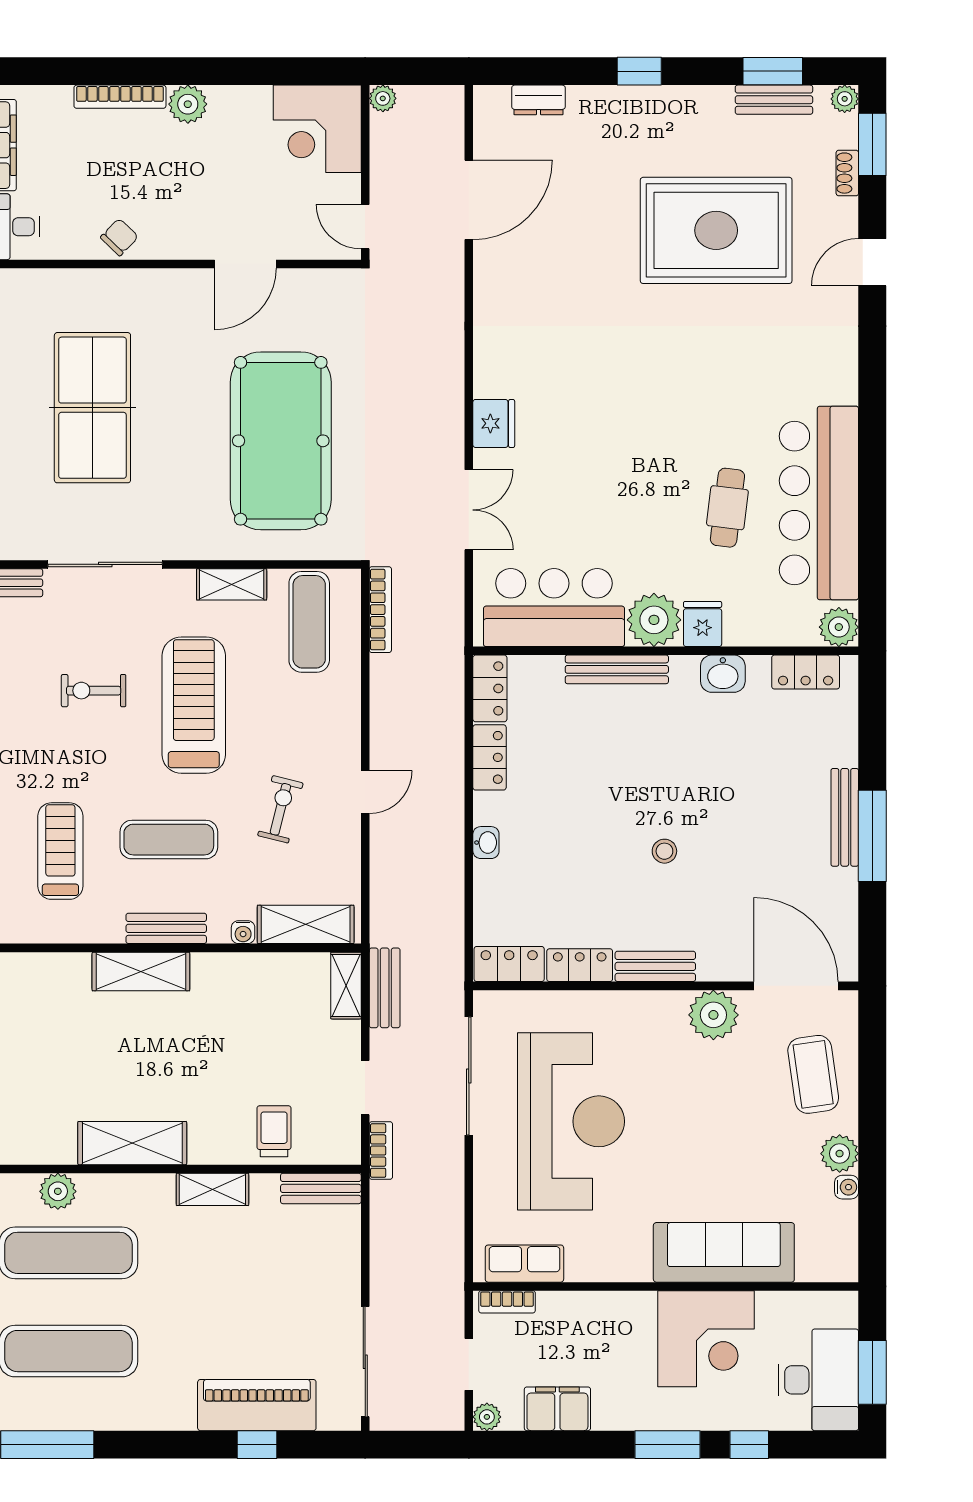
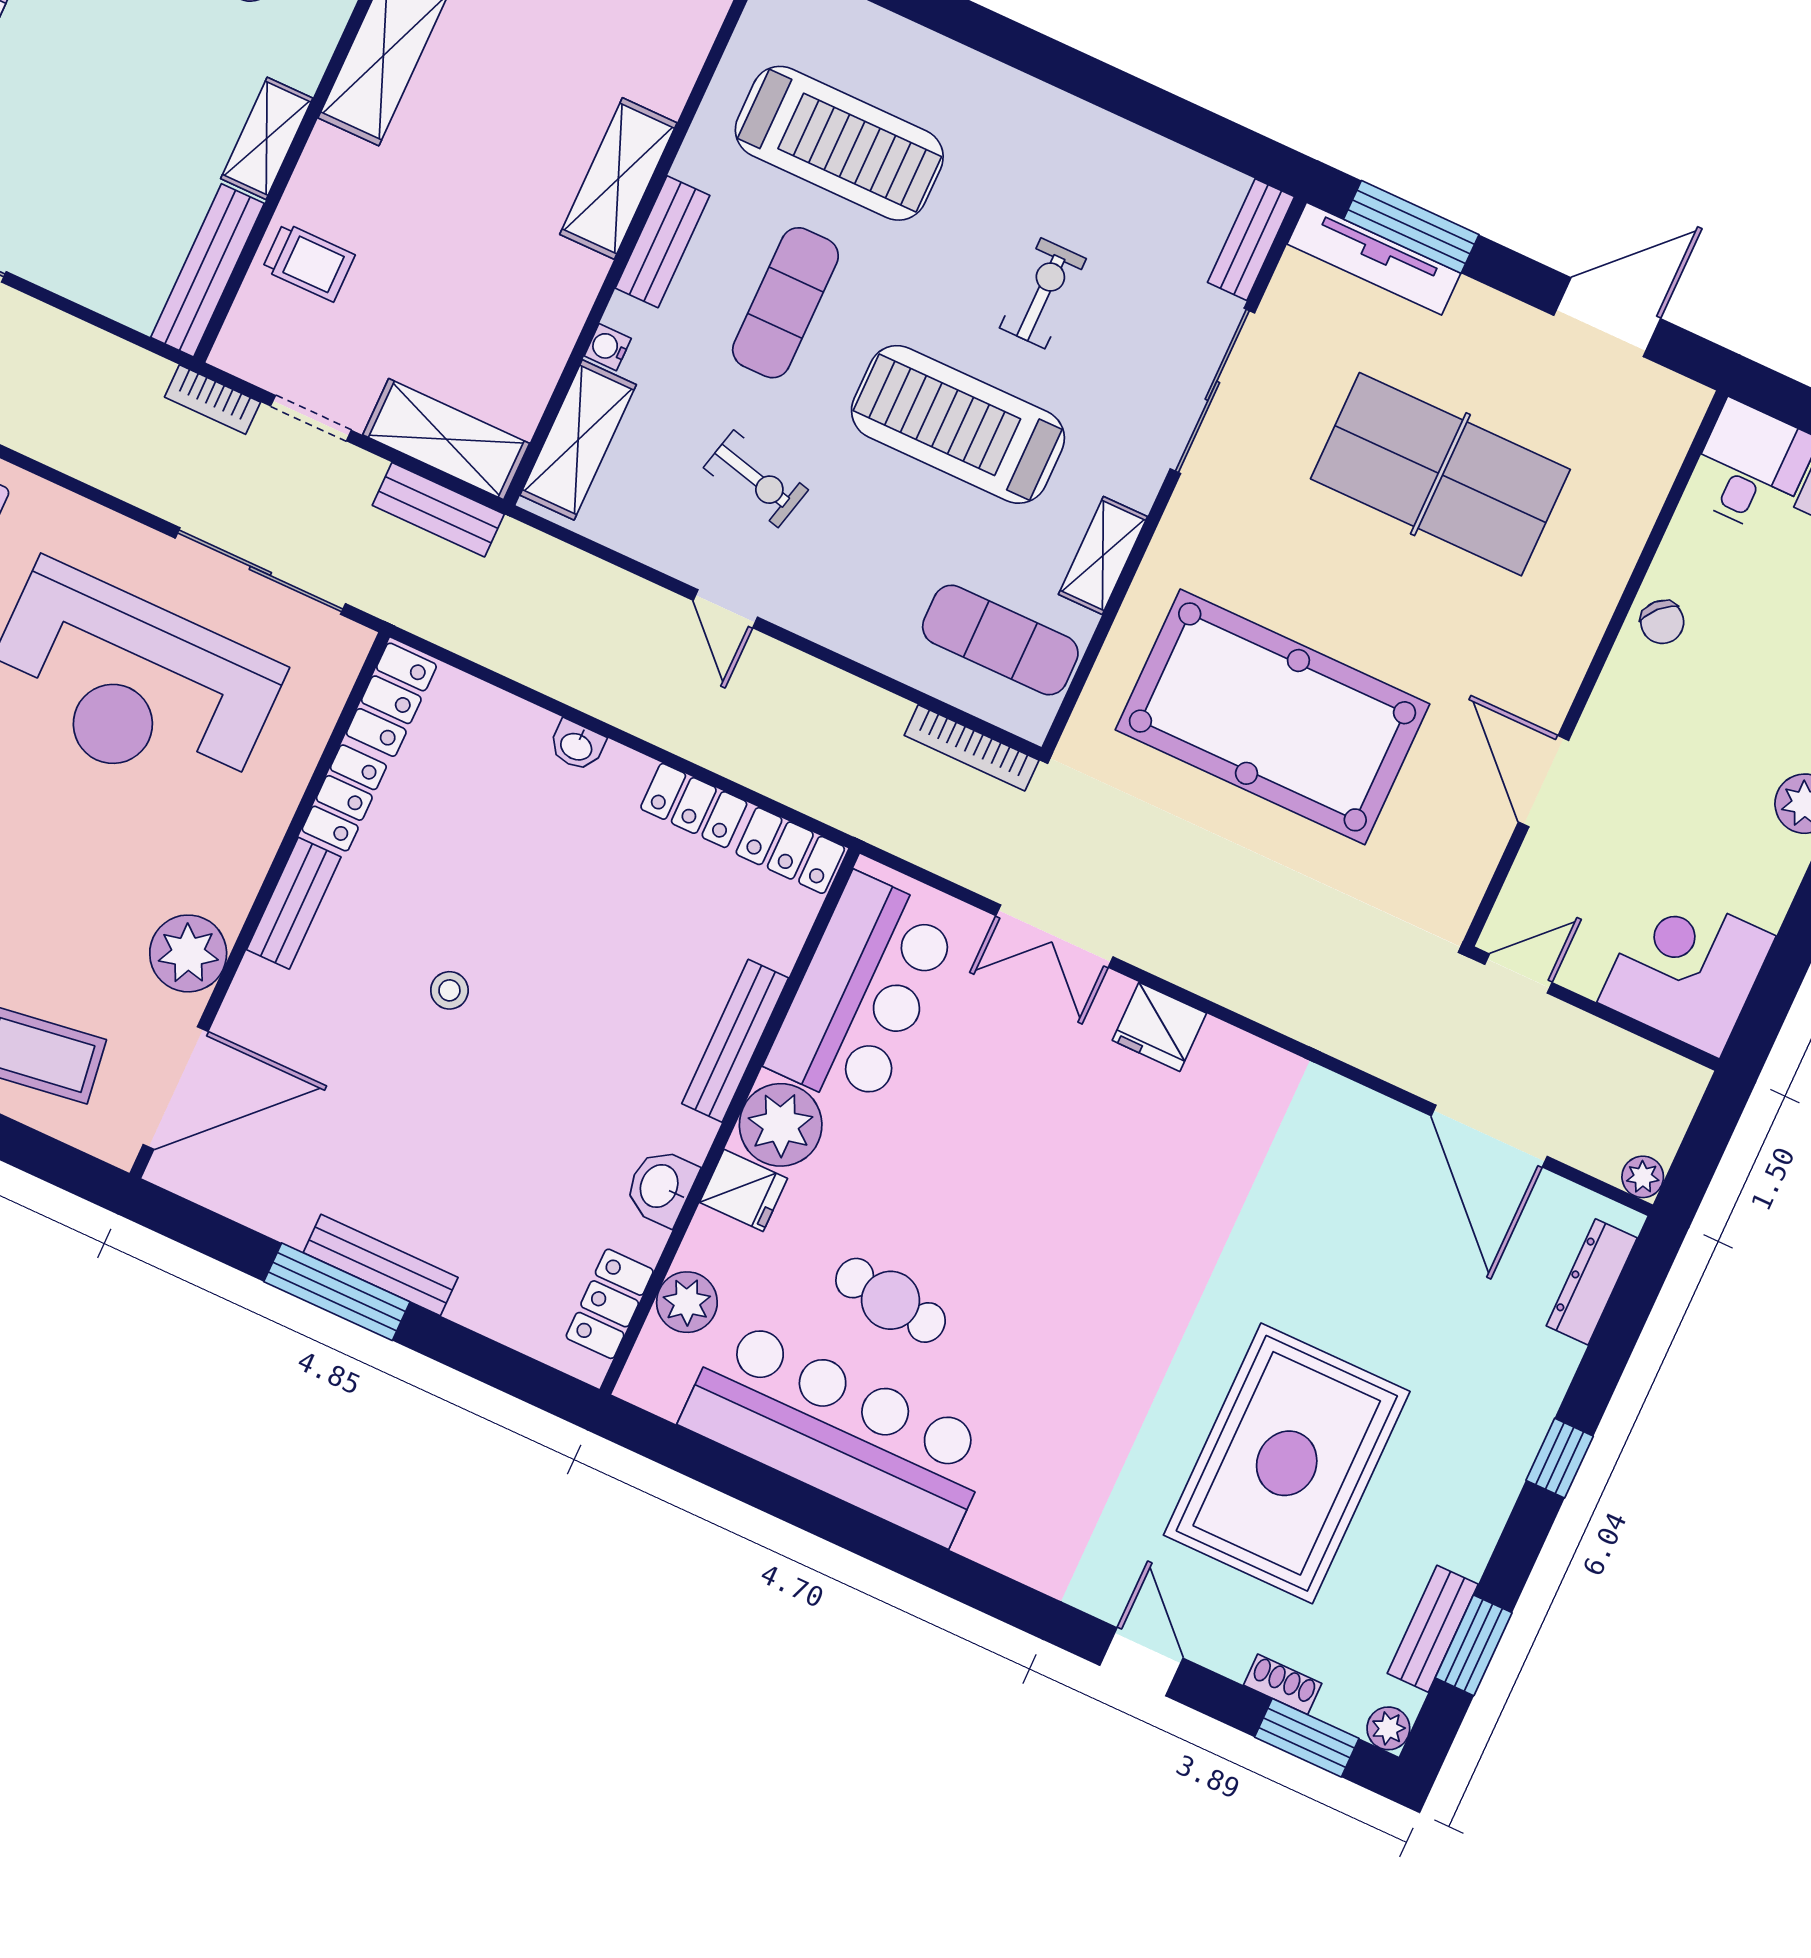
plant: (383, 98) -> (1643, 1177), moved
dresser: (538, 100) -> (1592, 1282), width x1.44
plant: (839, 627) -> (687, 1302), moved
treadmill: (194, 705) -> (958, 424), turned 180
treadmill: (60, 851) -> (839, 143), width x1.37, depth x1.38
shelving: (346, 986) -> (446, 439), width x1.50, depth x1.33
bench: (321, 1188) -> (208, 270), width x1.36

